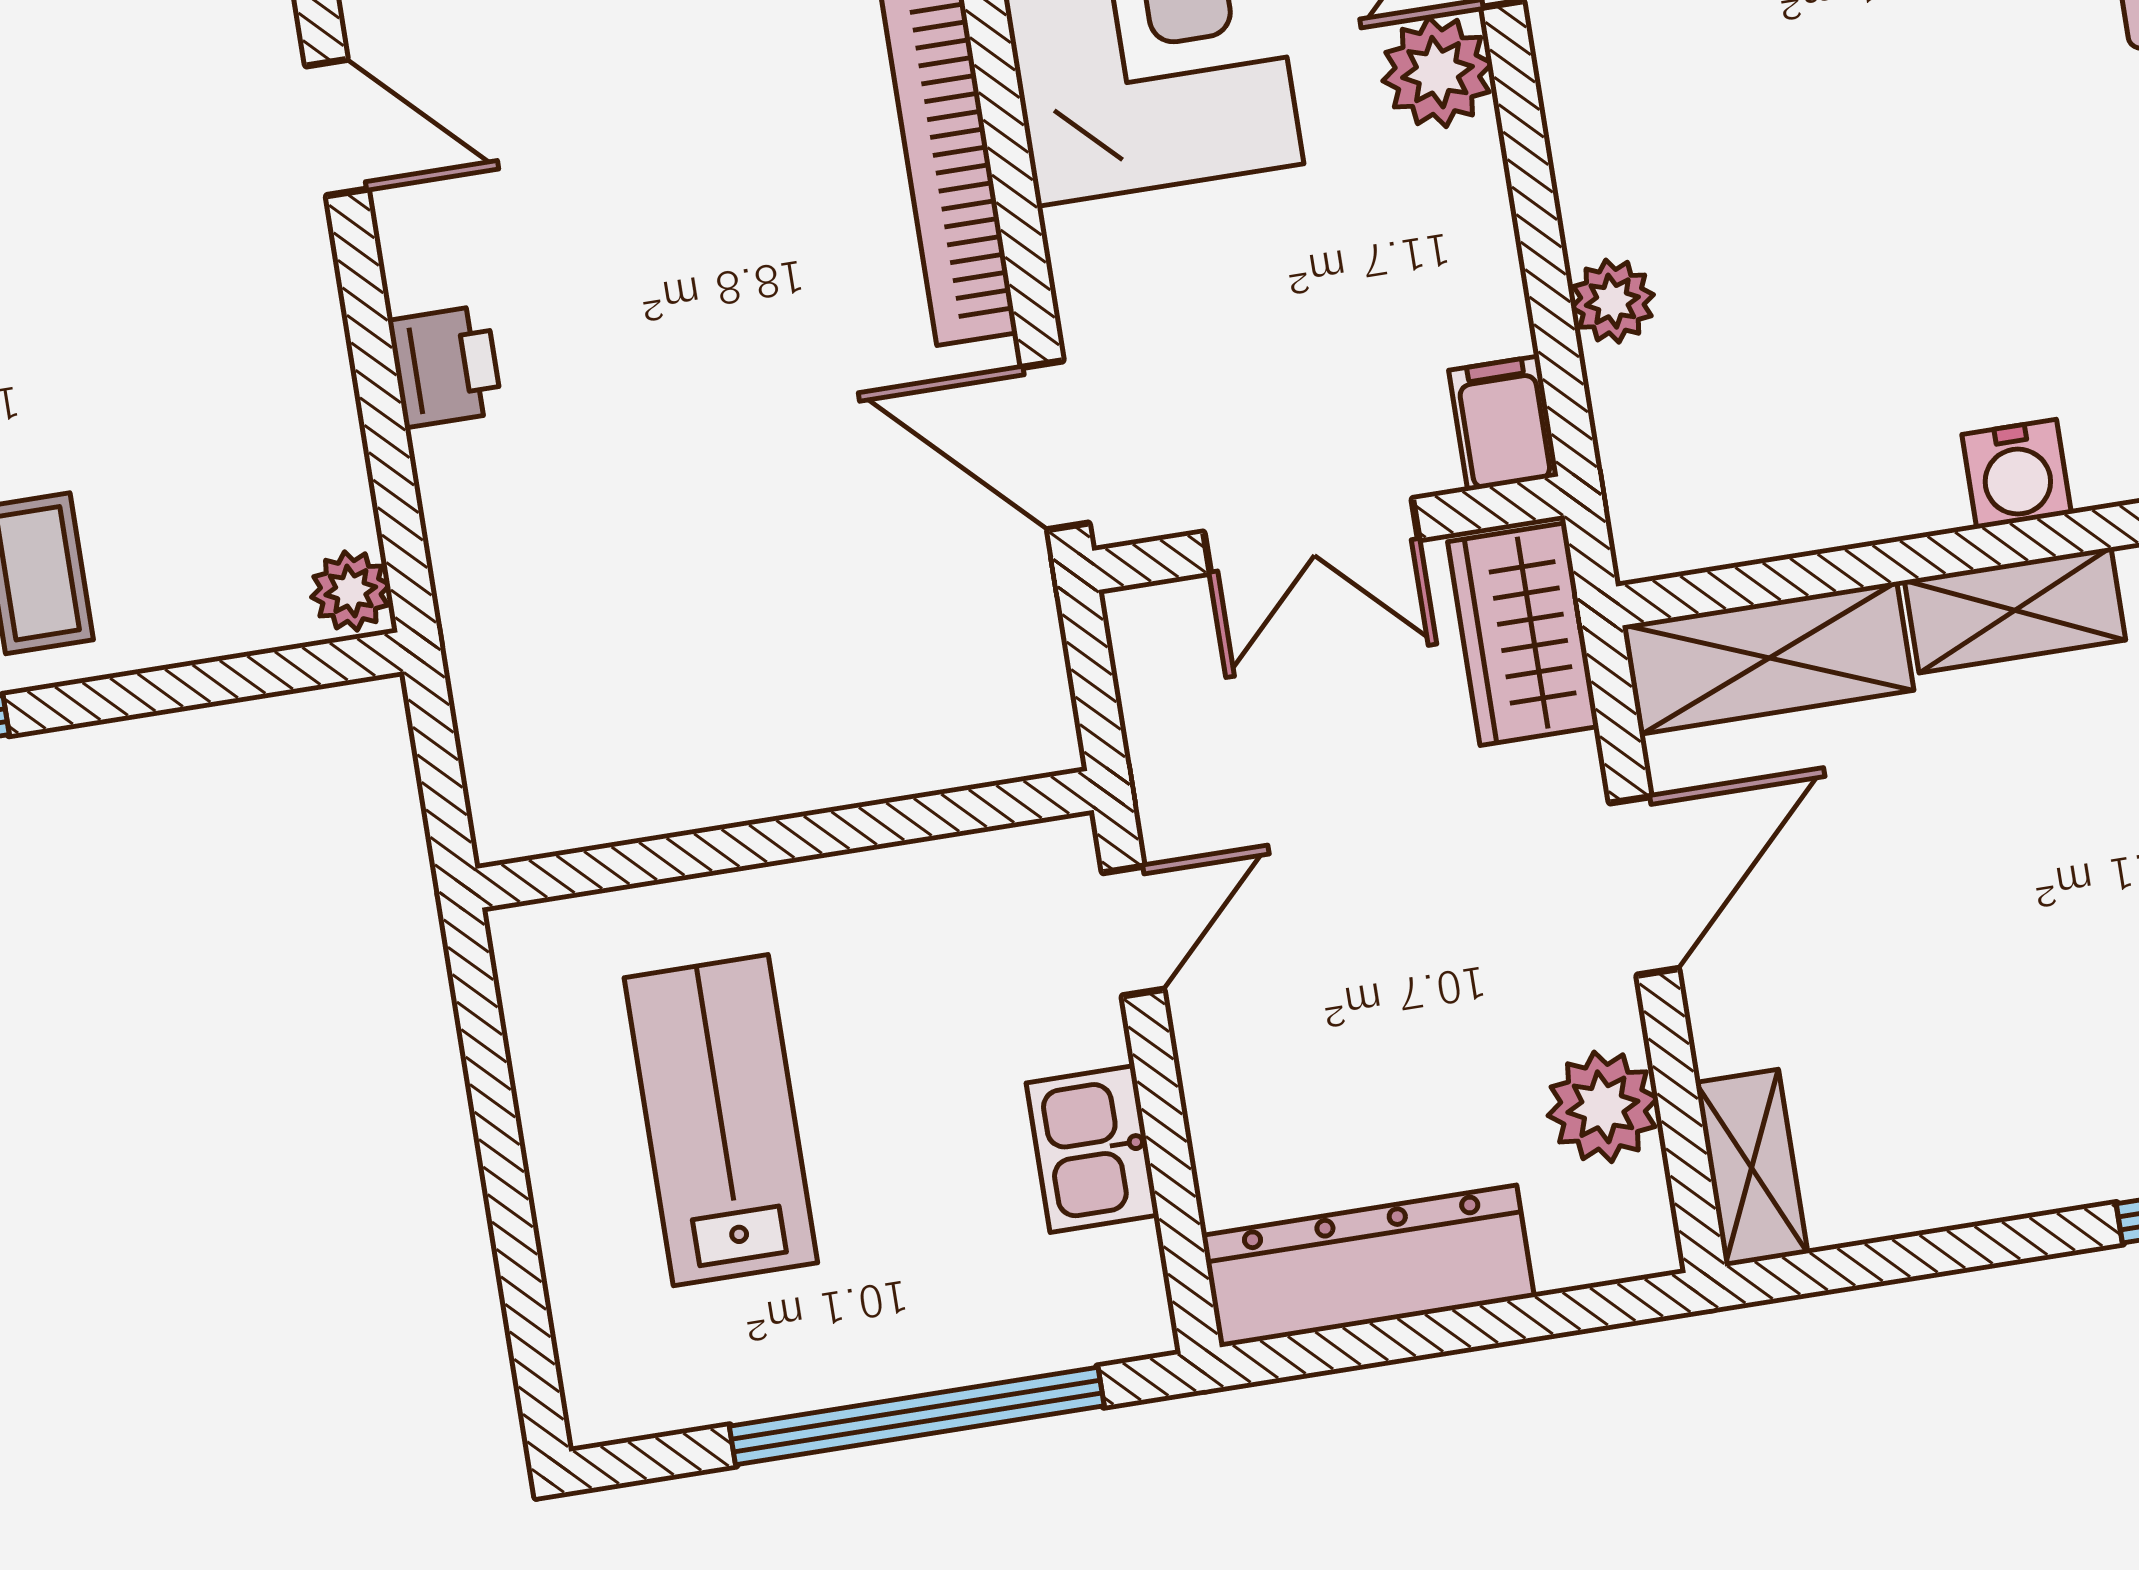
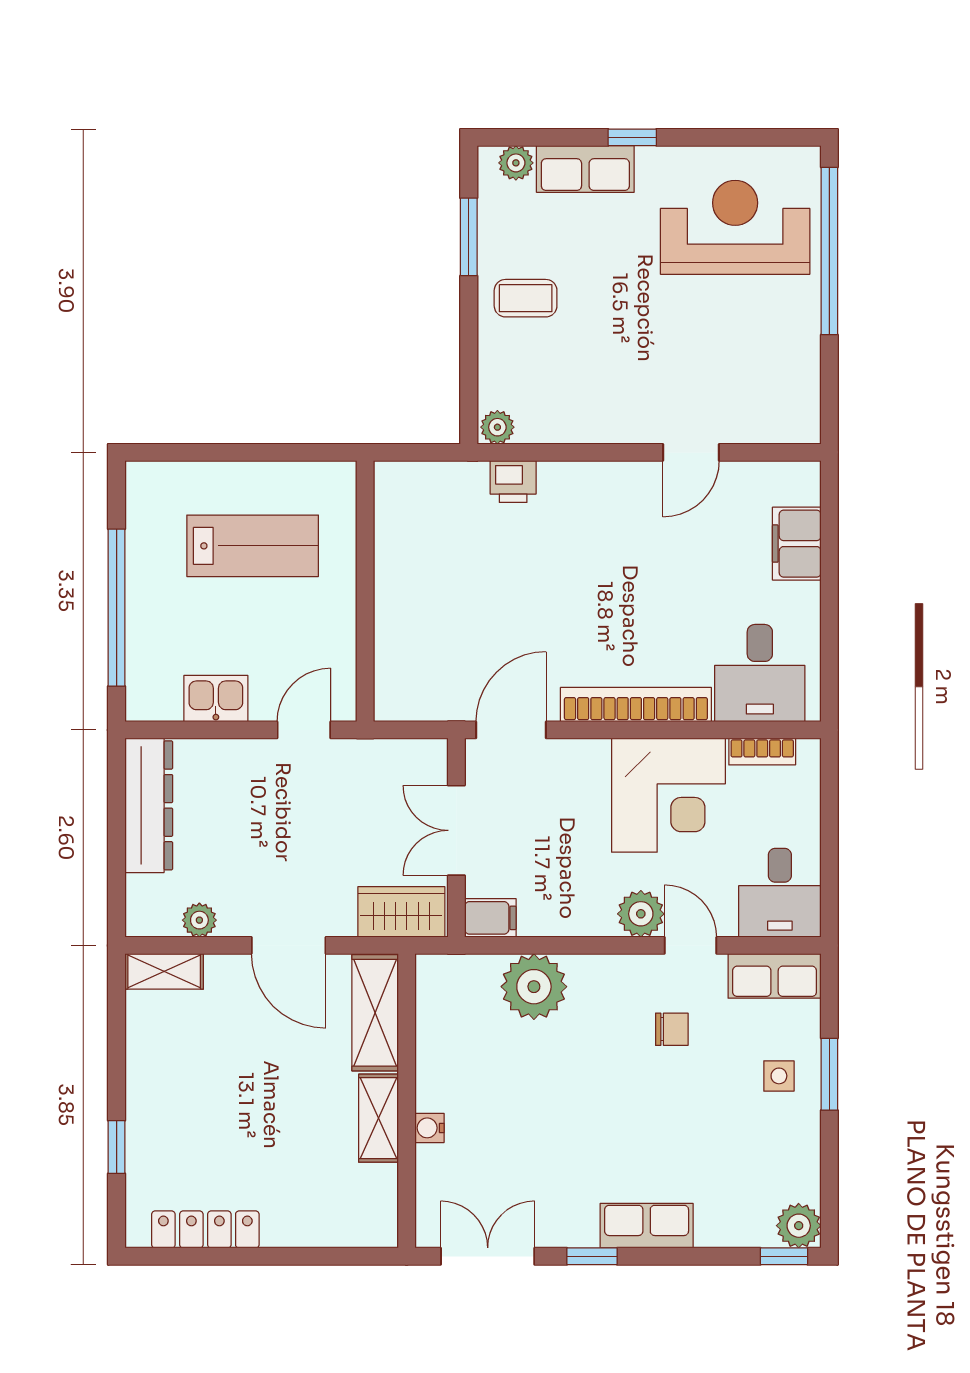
plant: (1612, 301) -> (534, 987), width x1.87, depth x1.87
printer: (445, 366) -> (513, 482), moved
water cooler: (2017, 474) -> (429, 1128), width x0.72, depth x0.72
door: (1133, 931) -> (304, 730), swing flipped
plant: (1603, 1107) -> (199, 920), width x0.73, depth x0.73

